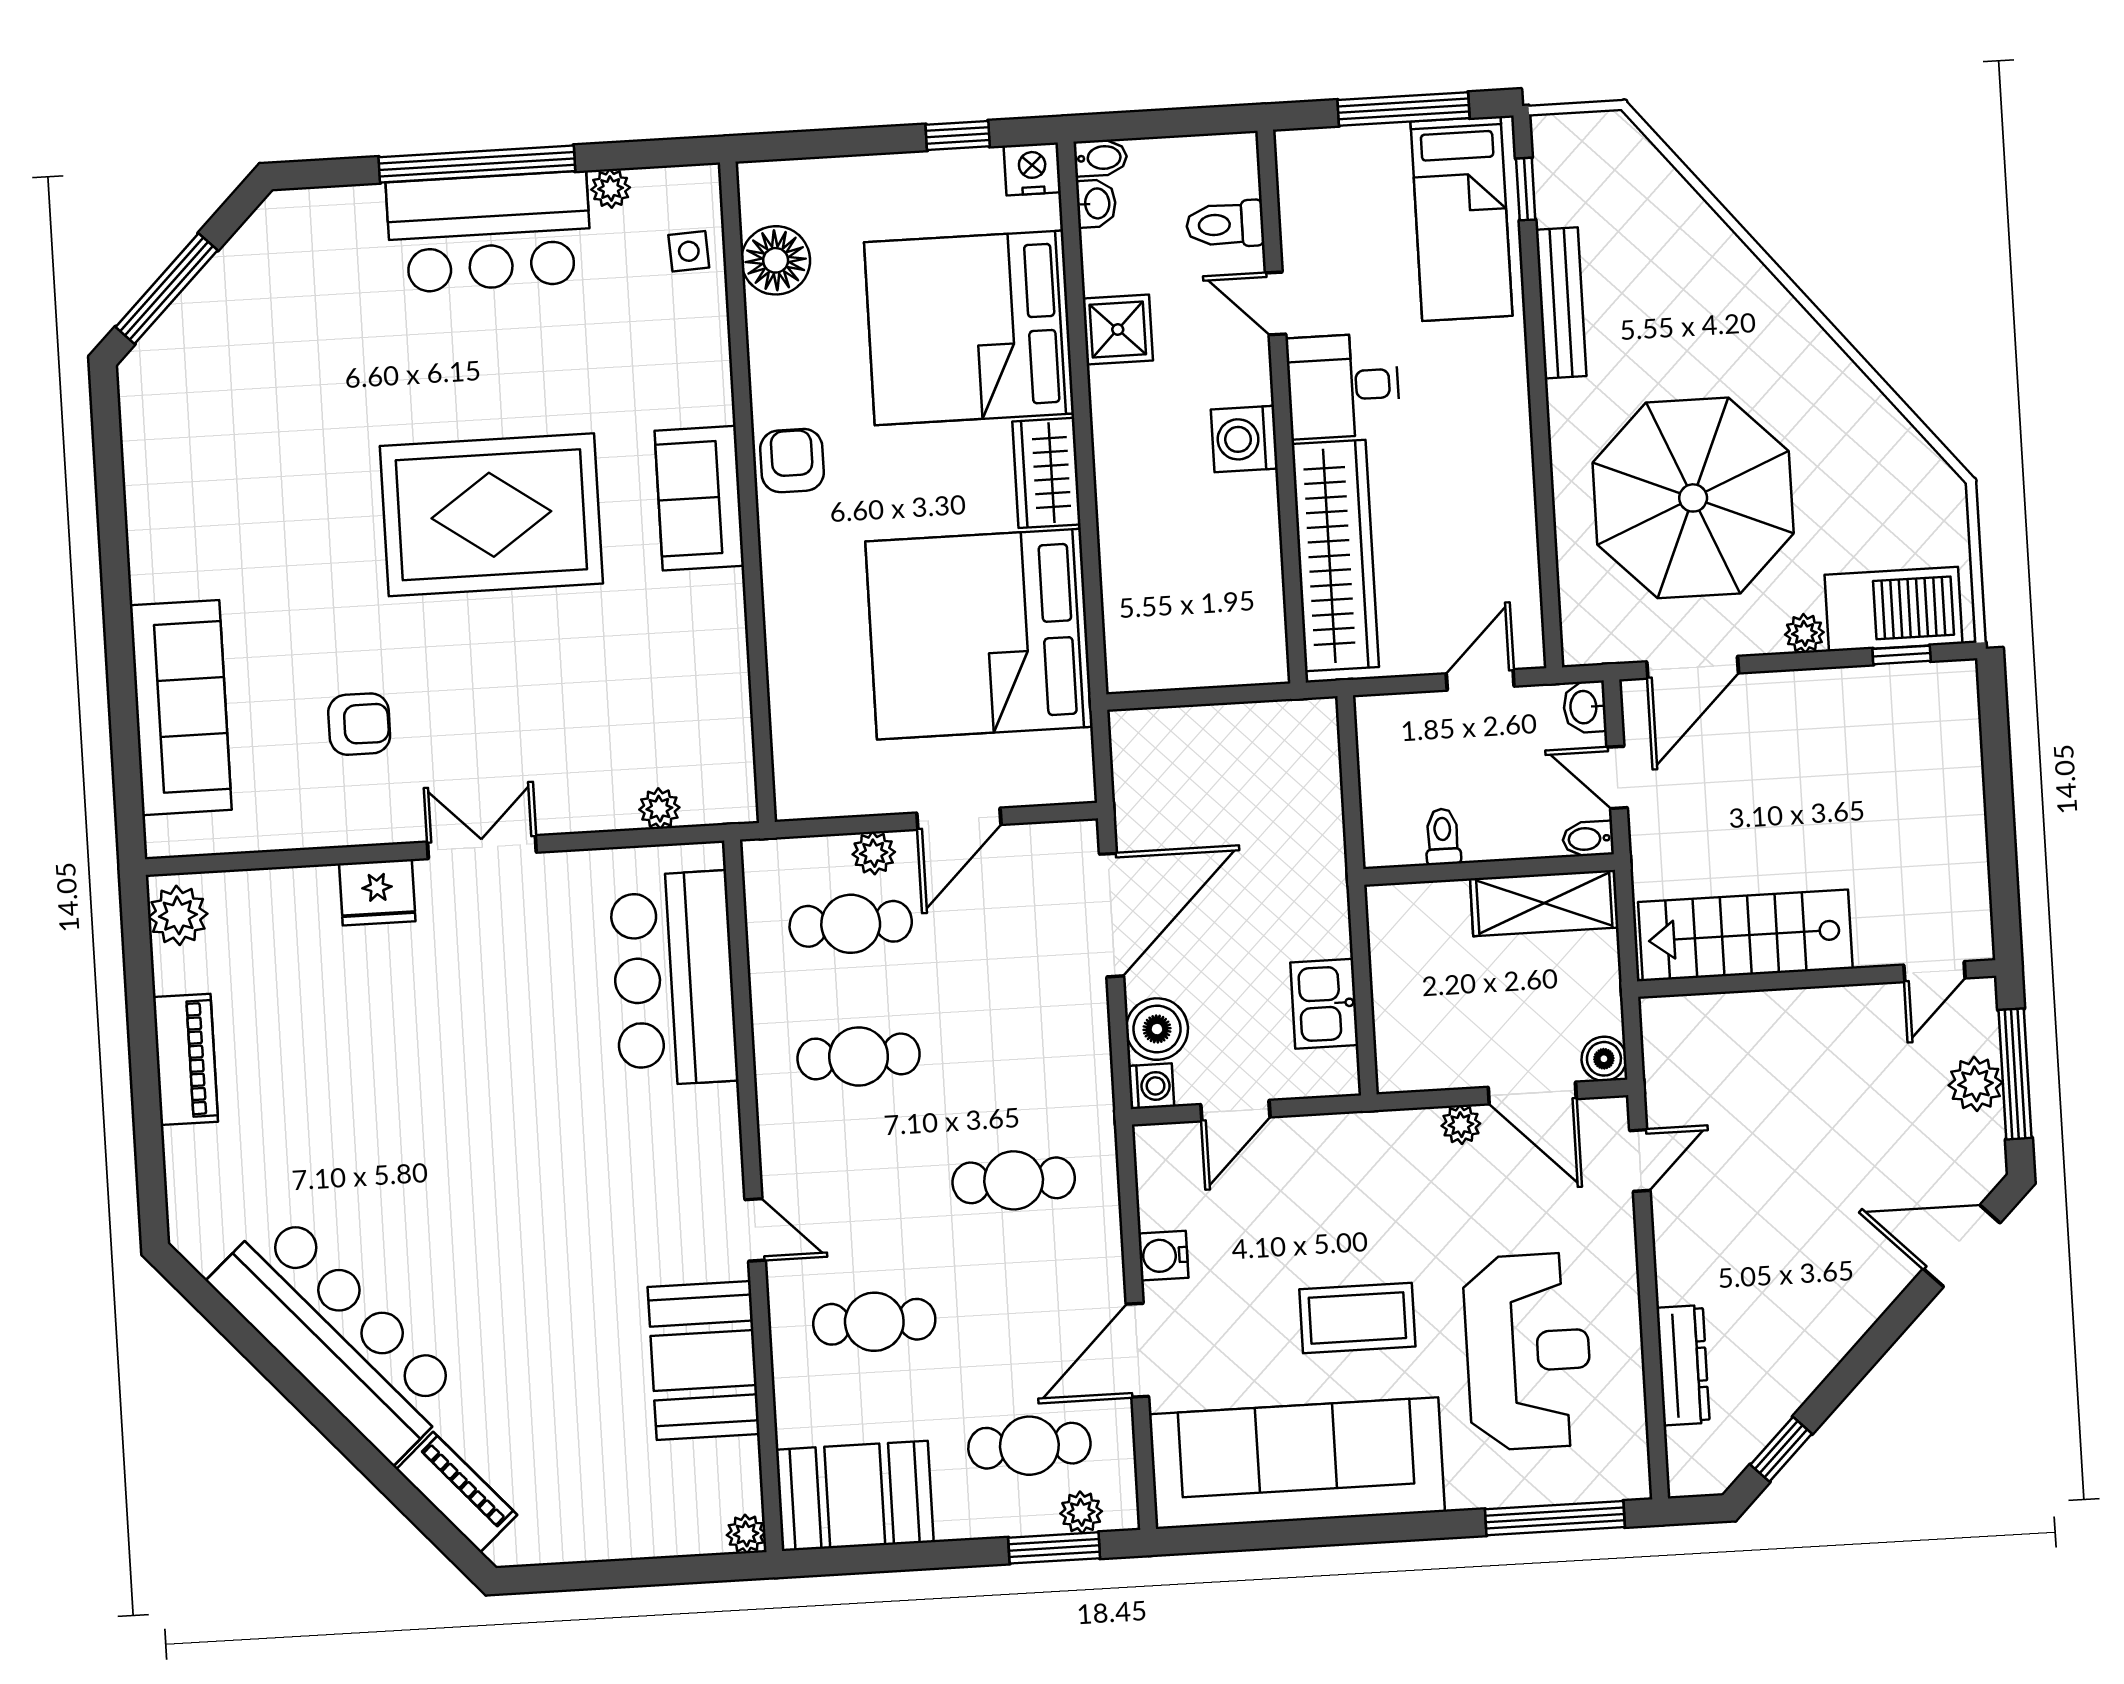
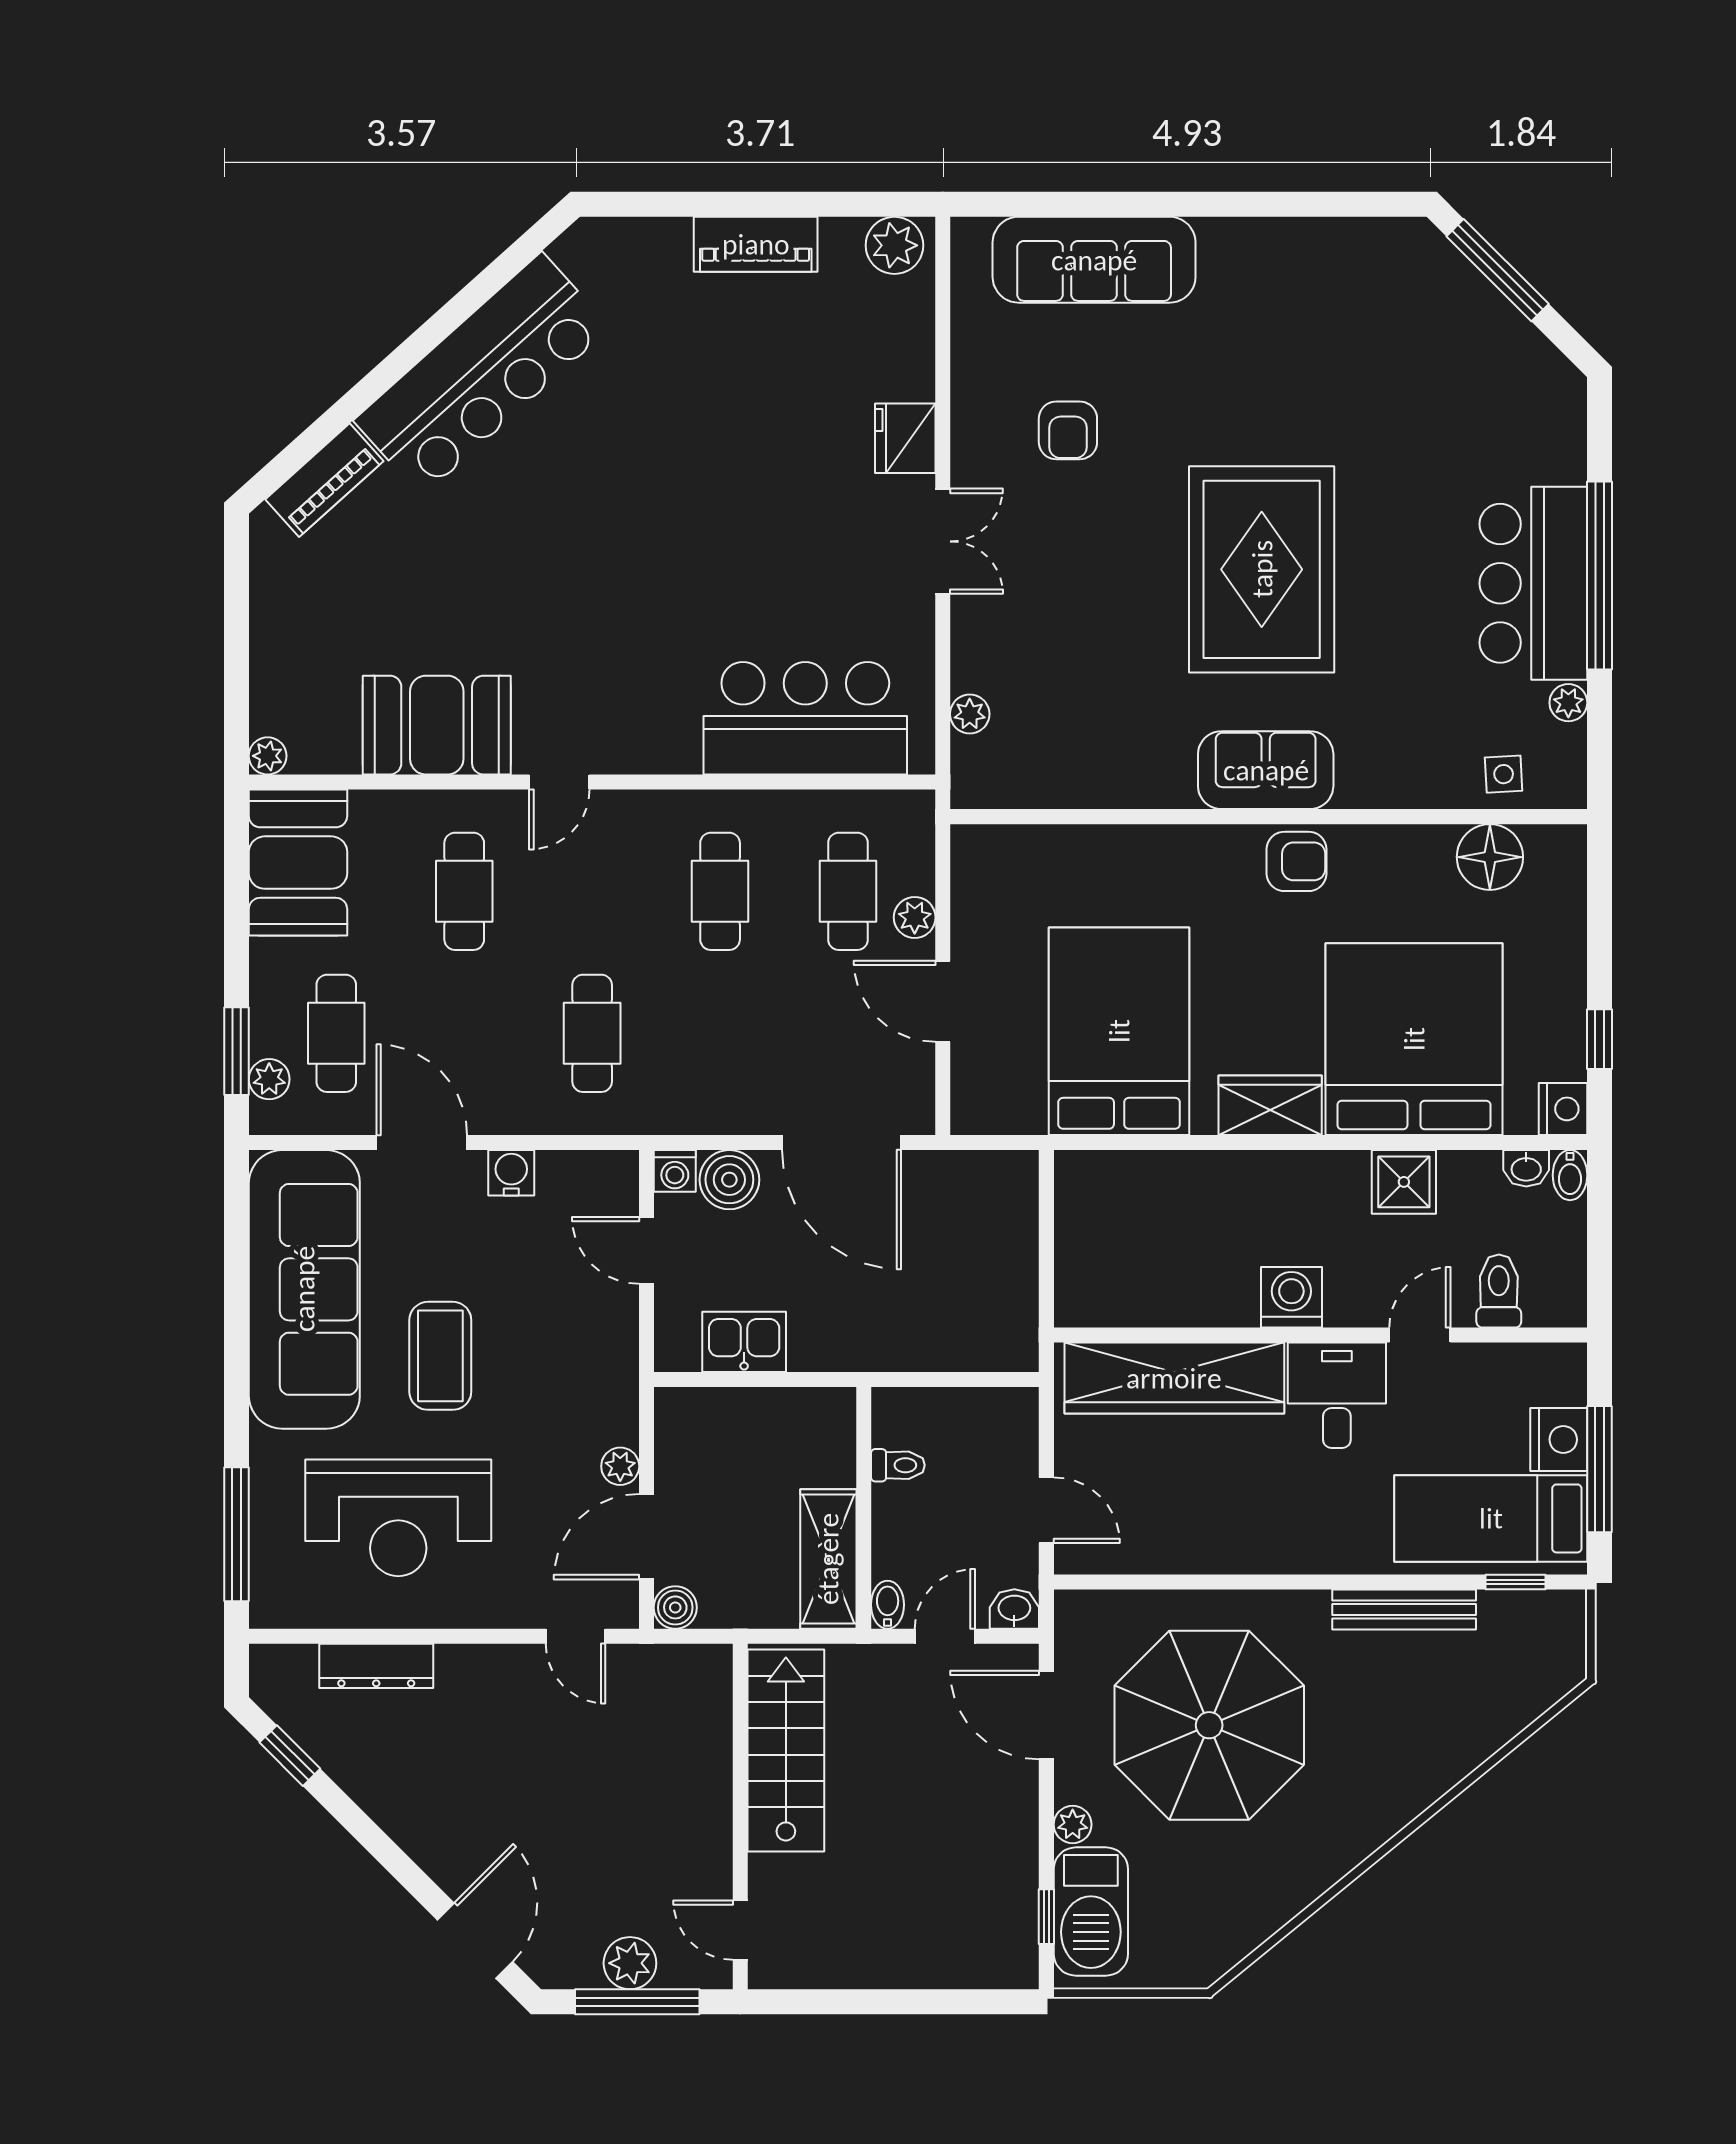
nightstand: (1375, 153) -> (1559, 1440), added
bed: (979, 634) -> (1119, 1031), width x0.73

